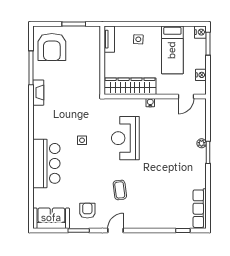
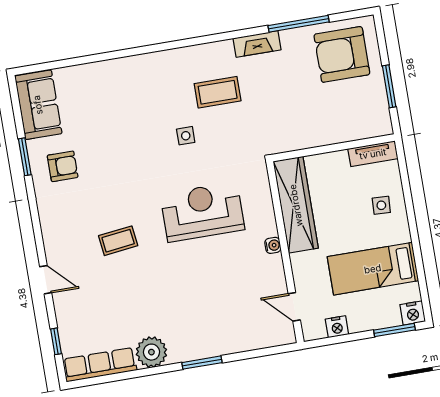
coffee table: (61, 119) -> (218, 92), added
plant: (202, 143) -> (151, 352), moved, width x1.88, depth x1.88
bar counter: (46, 163) -> (134, 80), removed
coffee table: (120, 190) -> (118, 241), moved
door: (116, 230) -> (46, 280), moved

